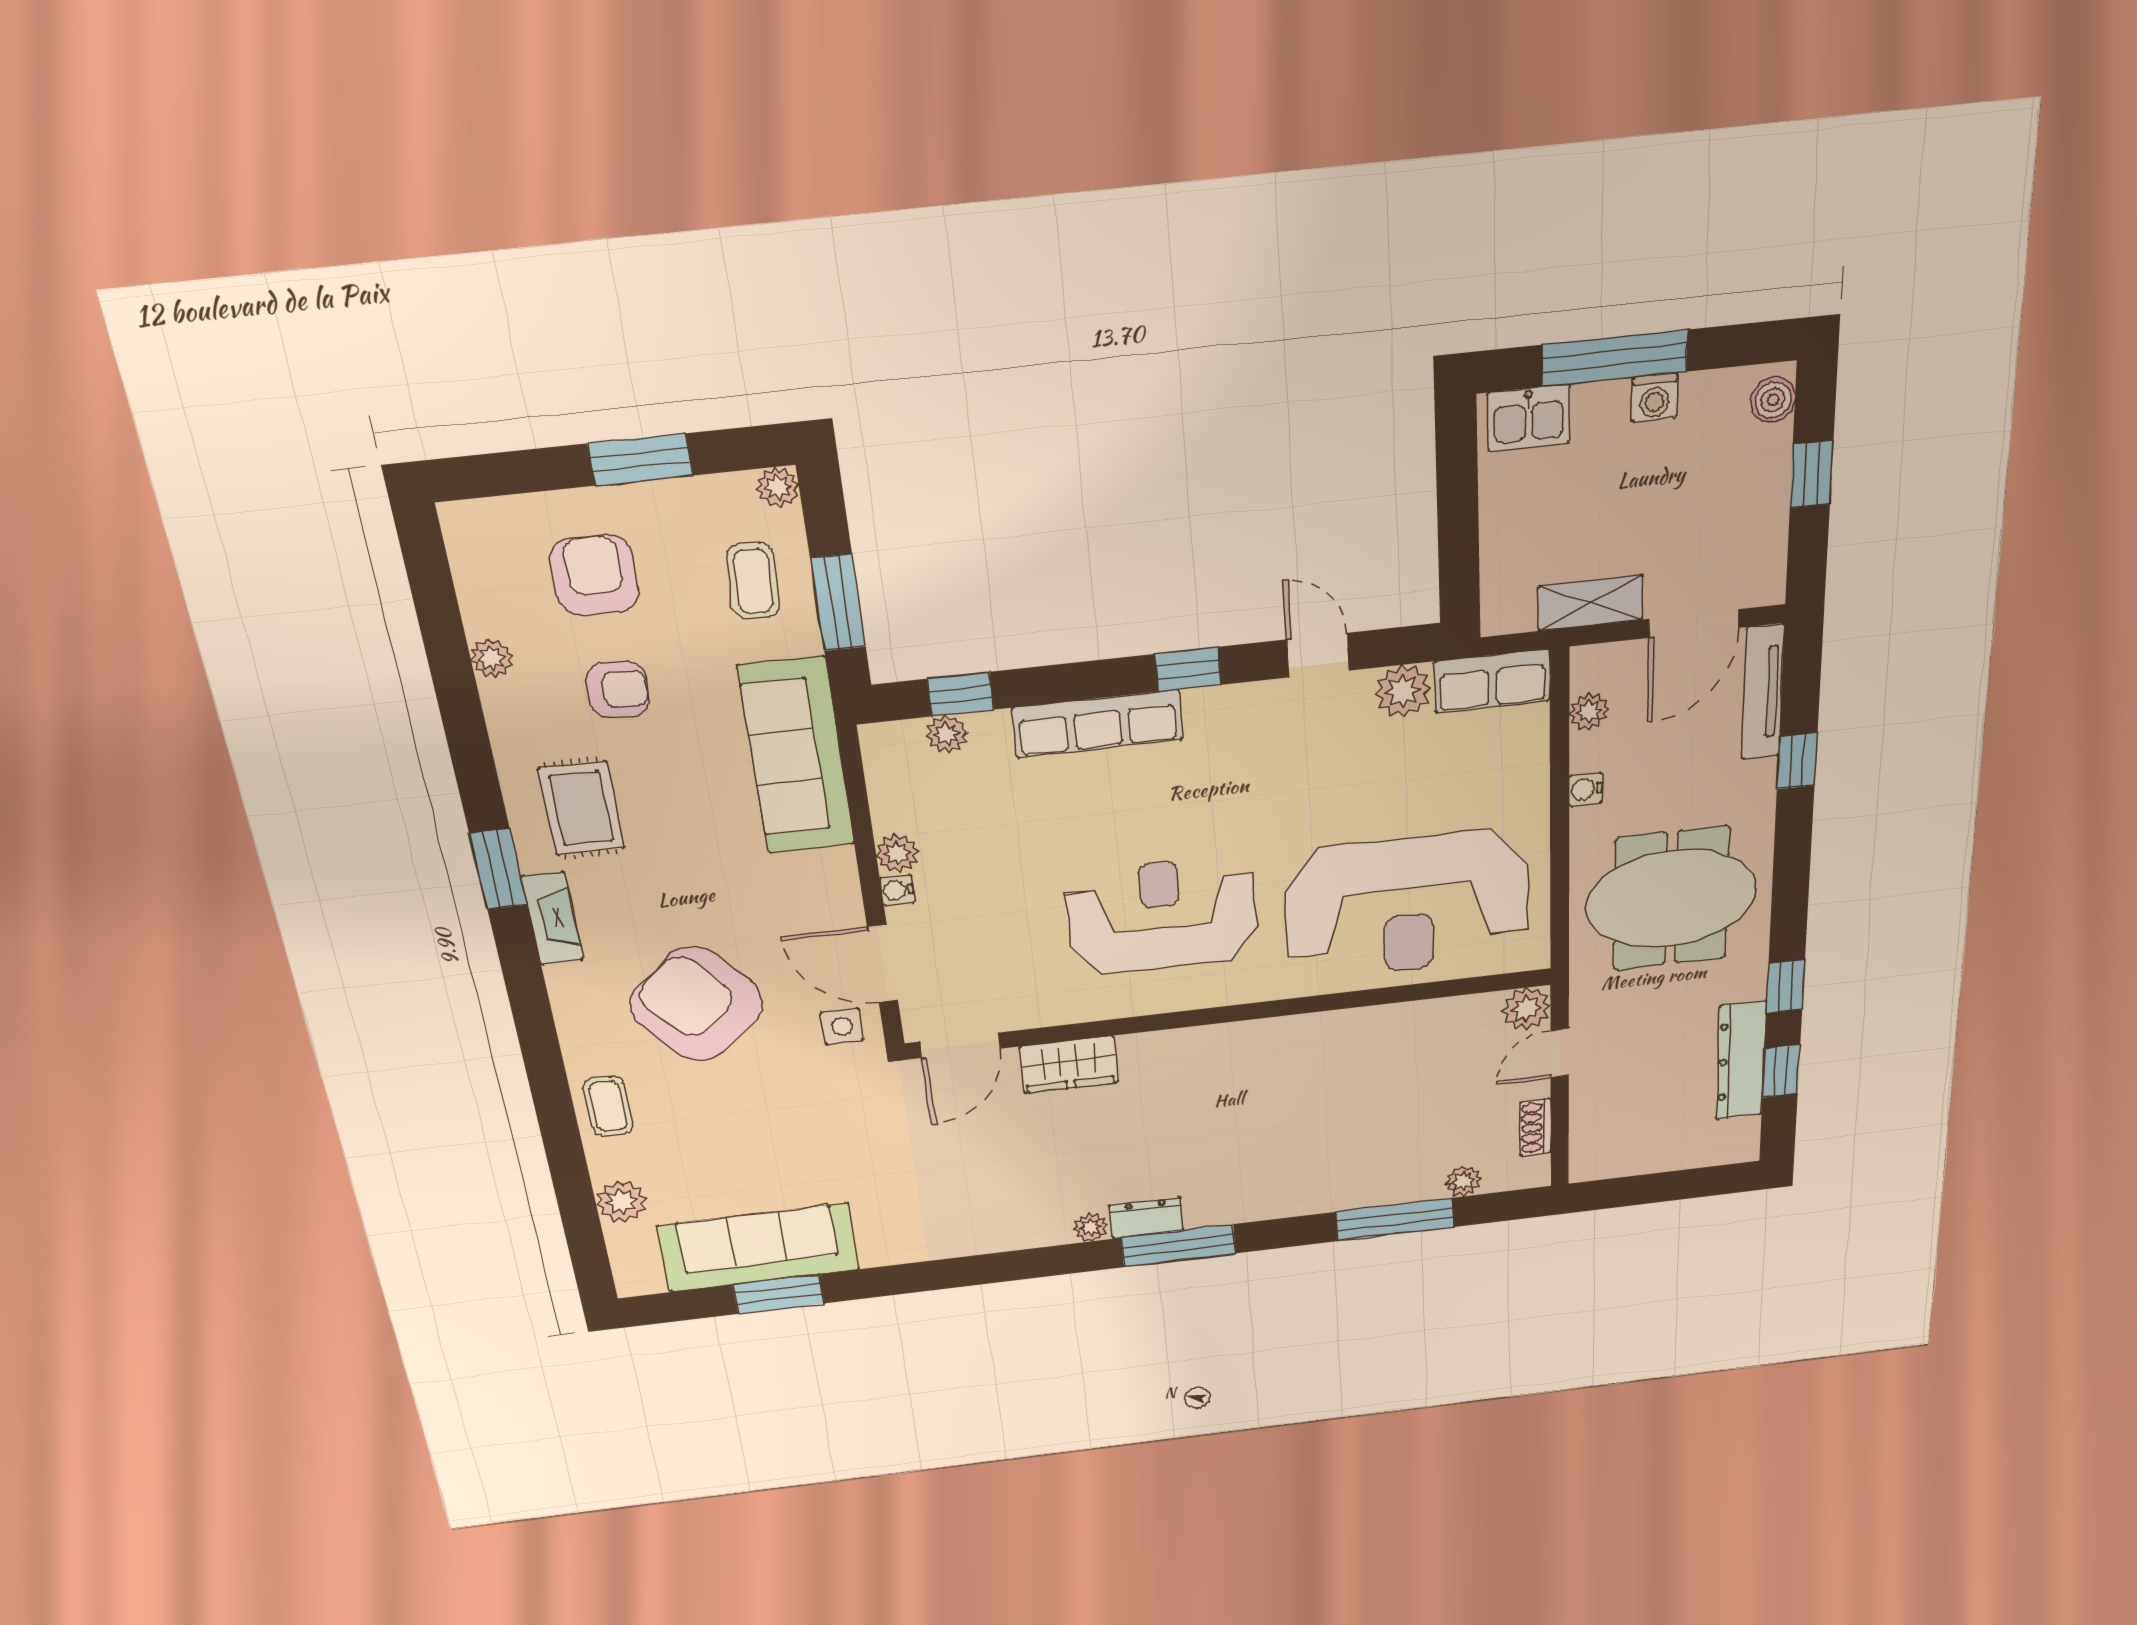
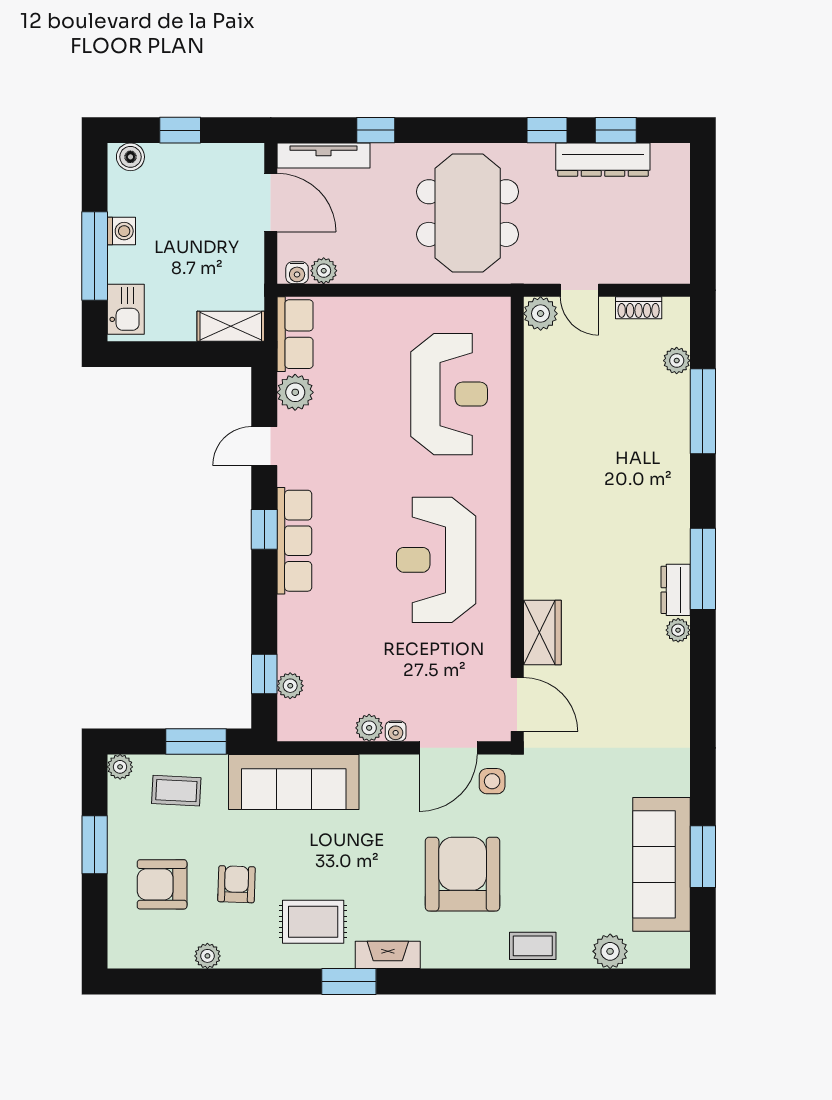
shelving: (1590, 603) -> (231, 326), moved, turned 90
row of seats: (1098, 724) -> (294, 541), moved
water cooler: (1586, 789) -> (297, 273), moved
reception desk: (1408, 905) -> (449, 394), width x0.74, depth x0.77
armchair: (696, 1004) -> (463, 874), turned 130

